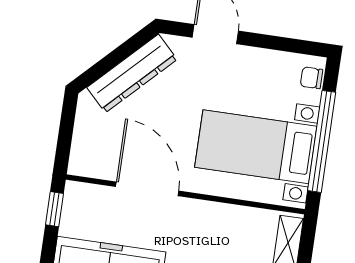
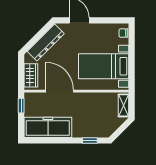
window: (322, 141) -> (132, 60), removed
wardrobe: (87, 143) -> (31, 75), added

